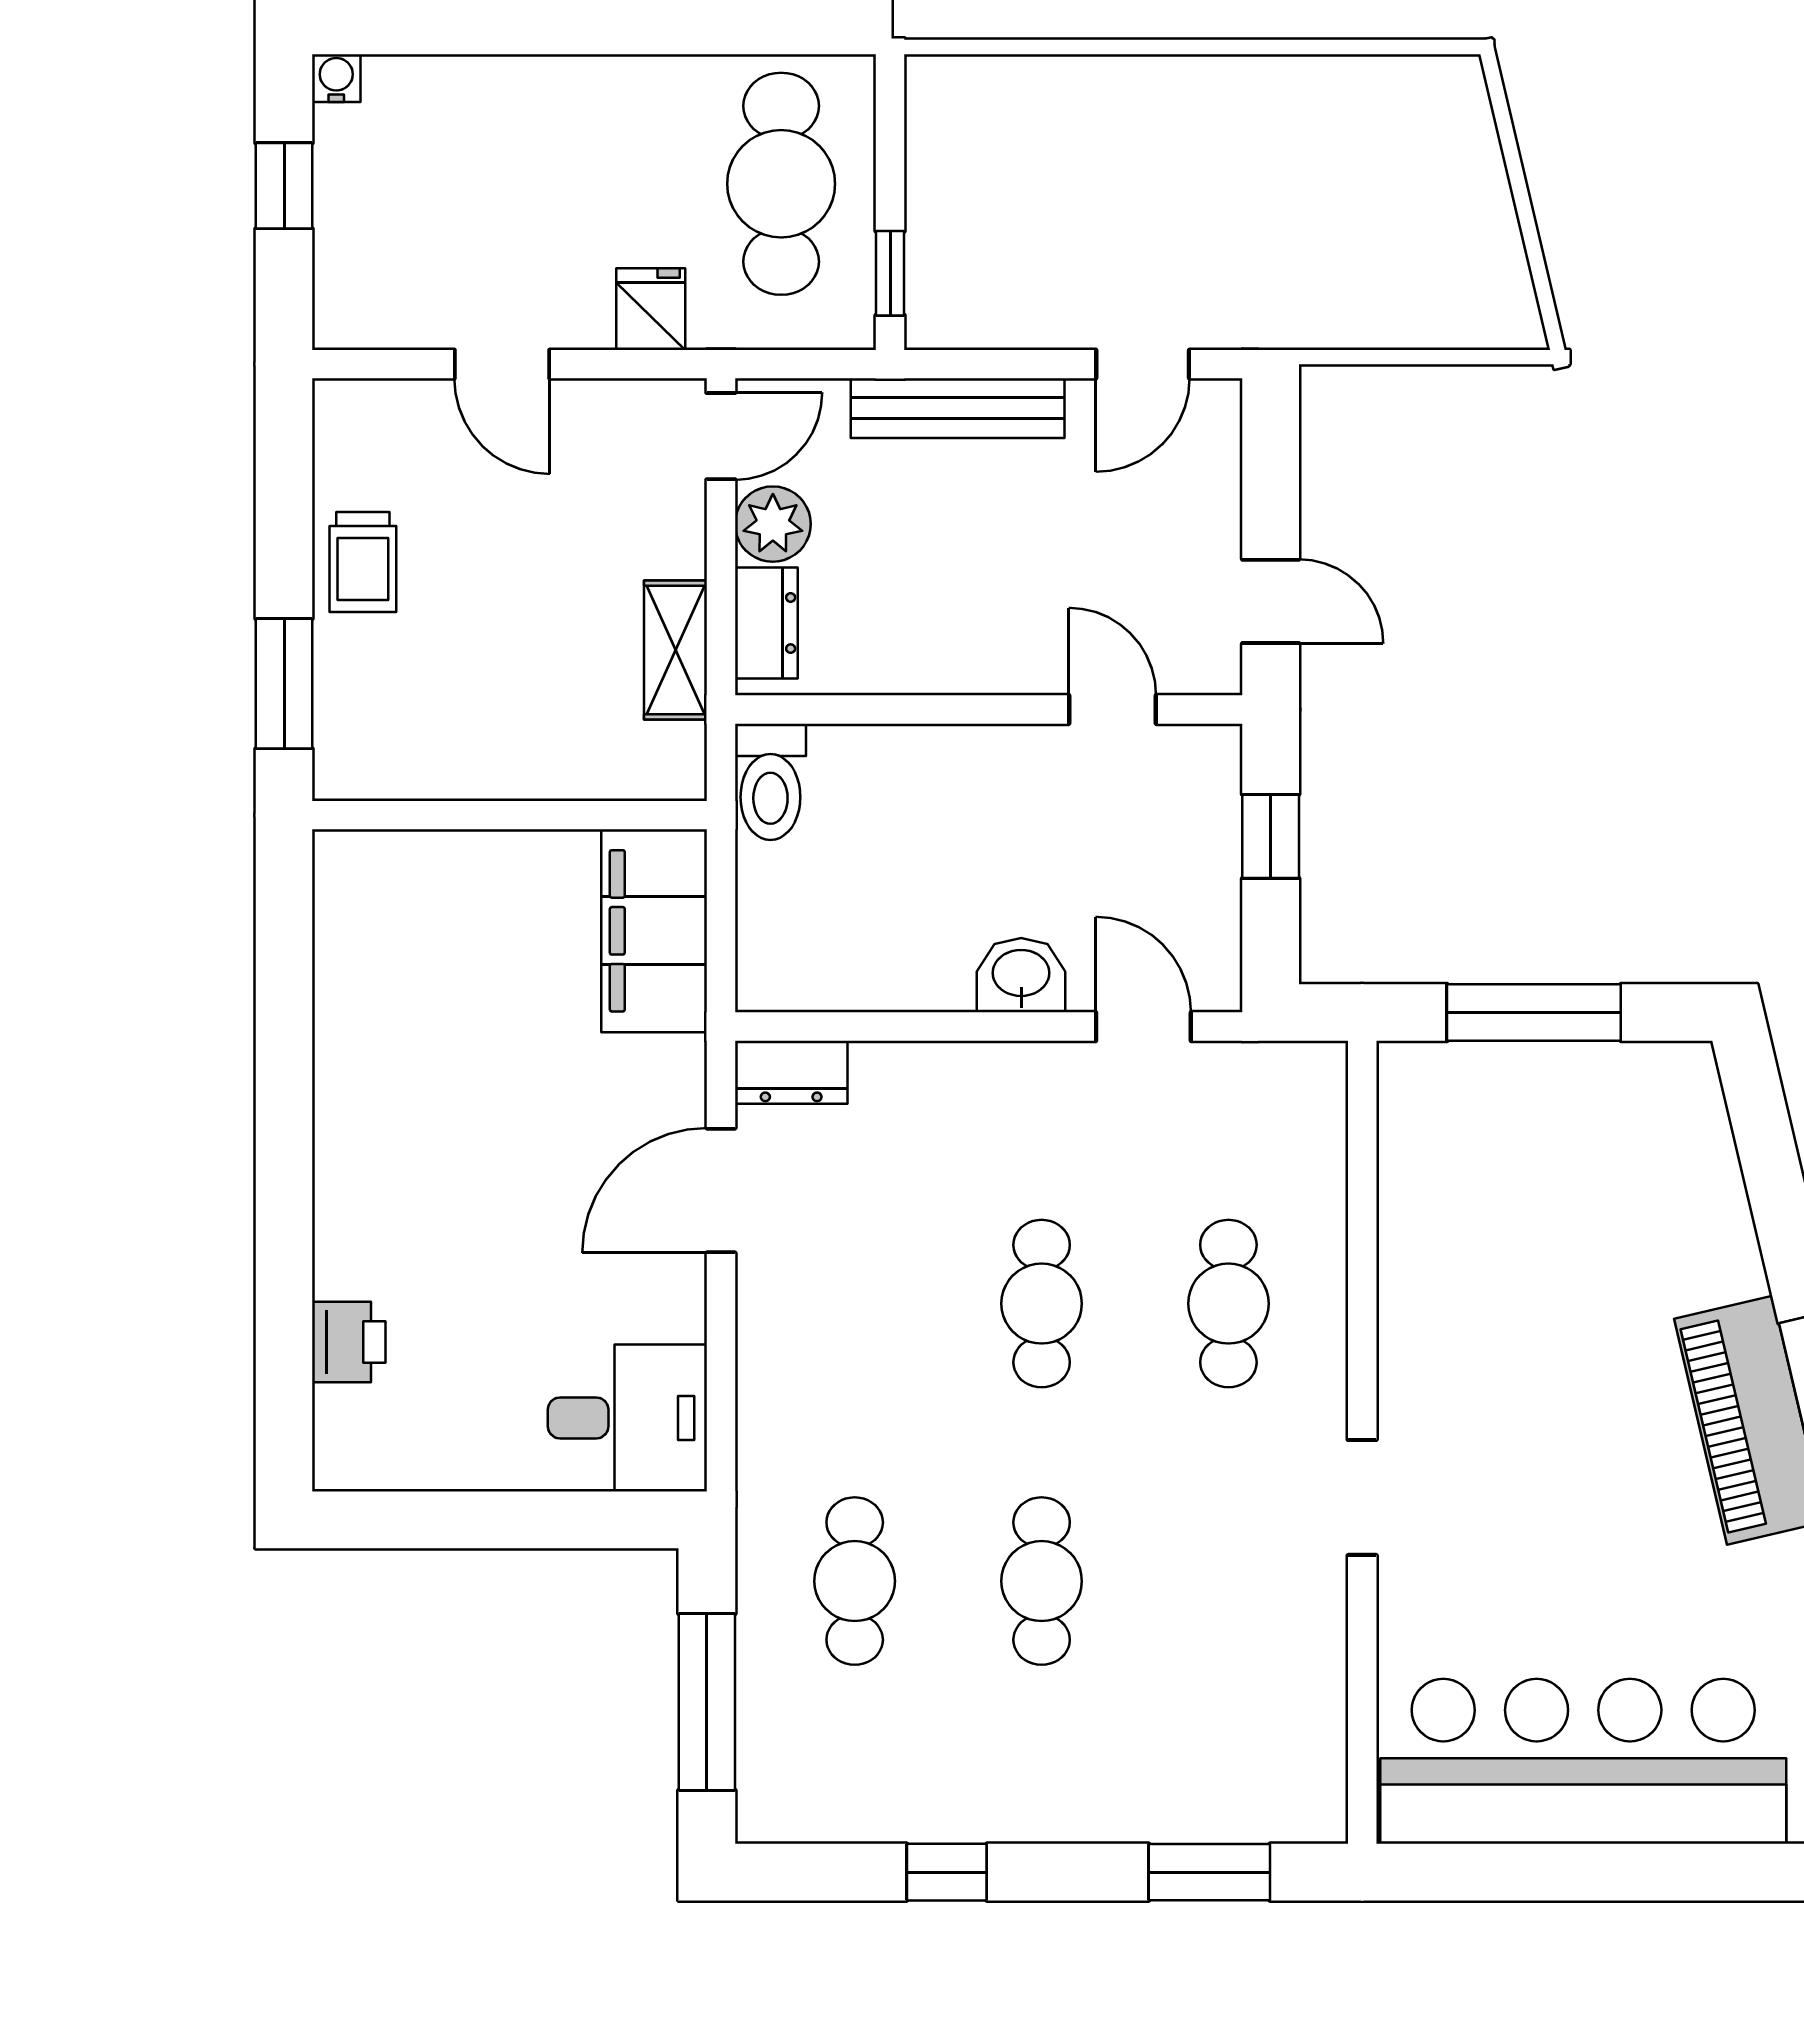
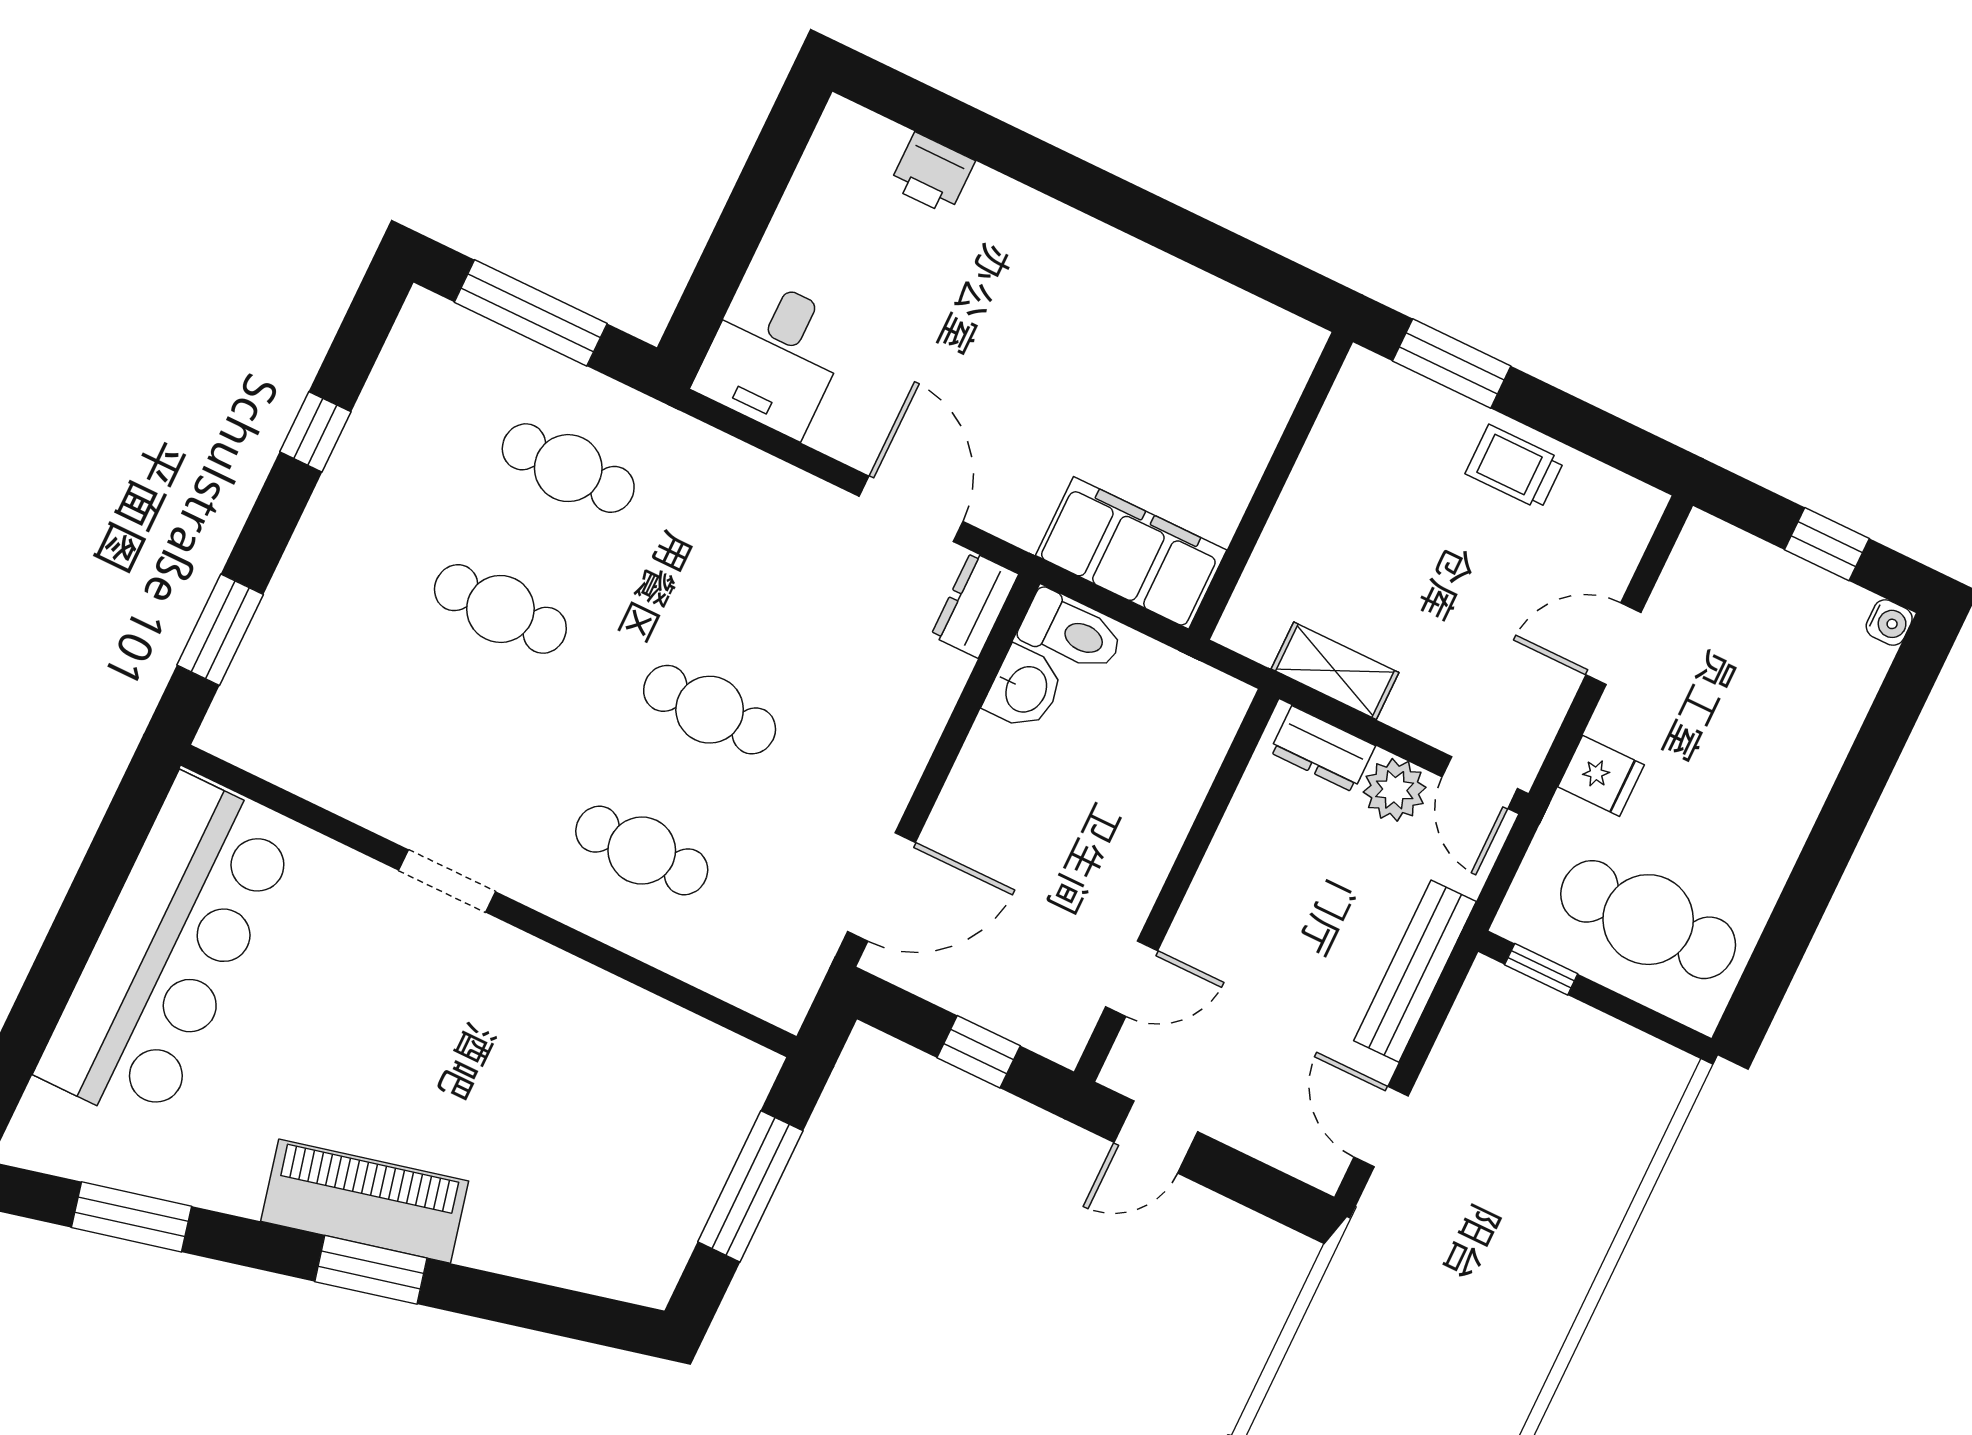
toilet: (770, 782) -> (1071, 632), moved, turned 180
washbasin: (1021, 975) -> (1025, 689), moved
door: (1143, 1027) -> (881, 887), width x1.38

